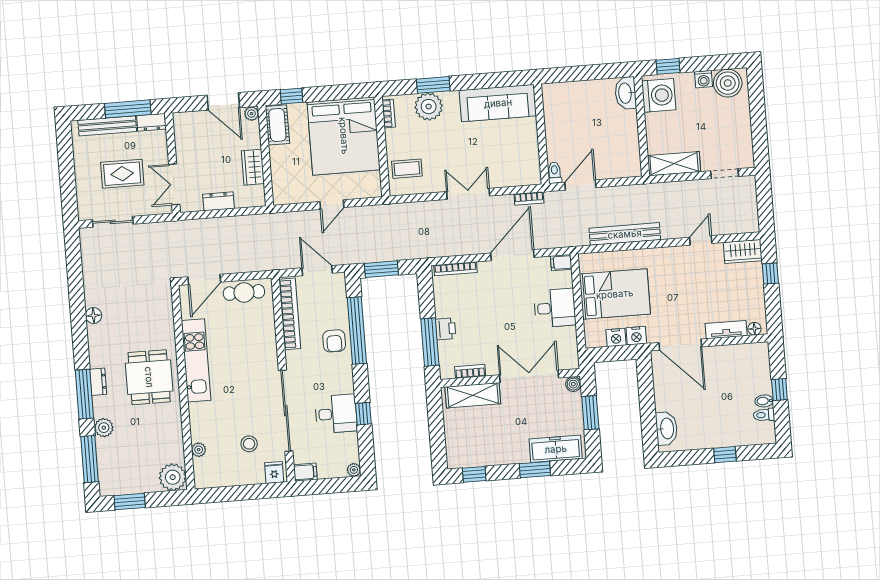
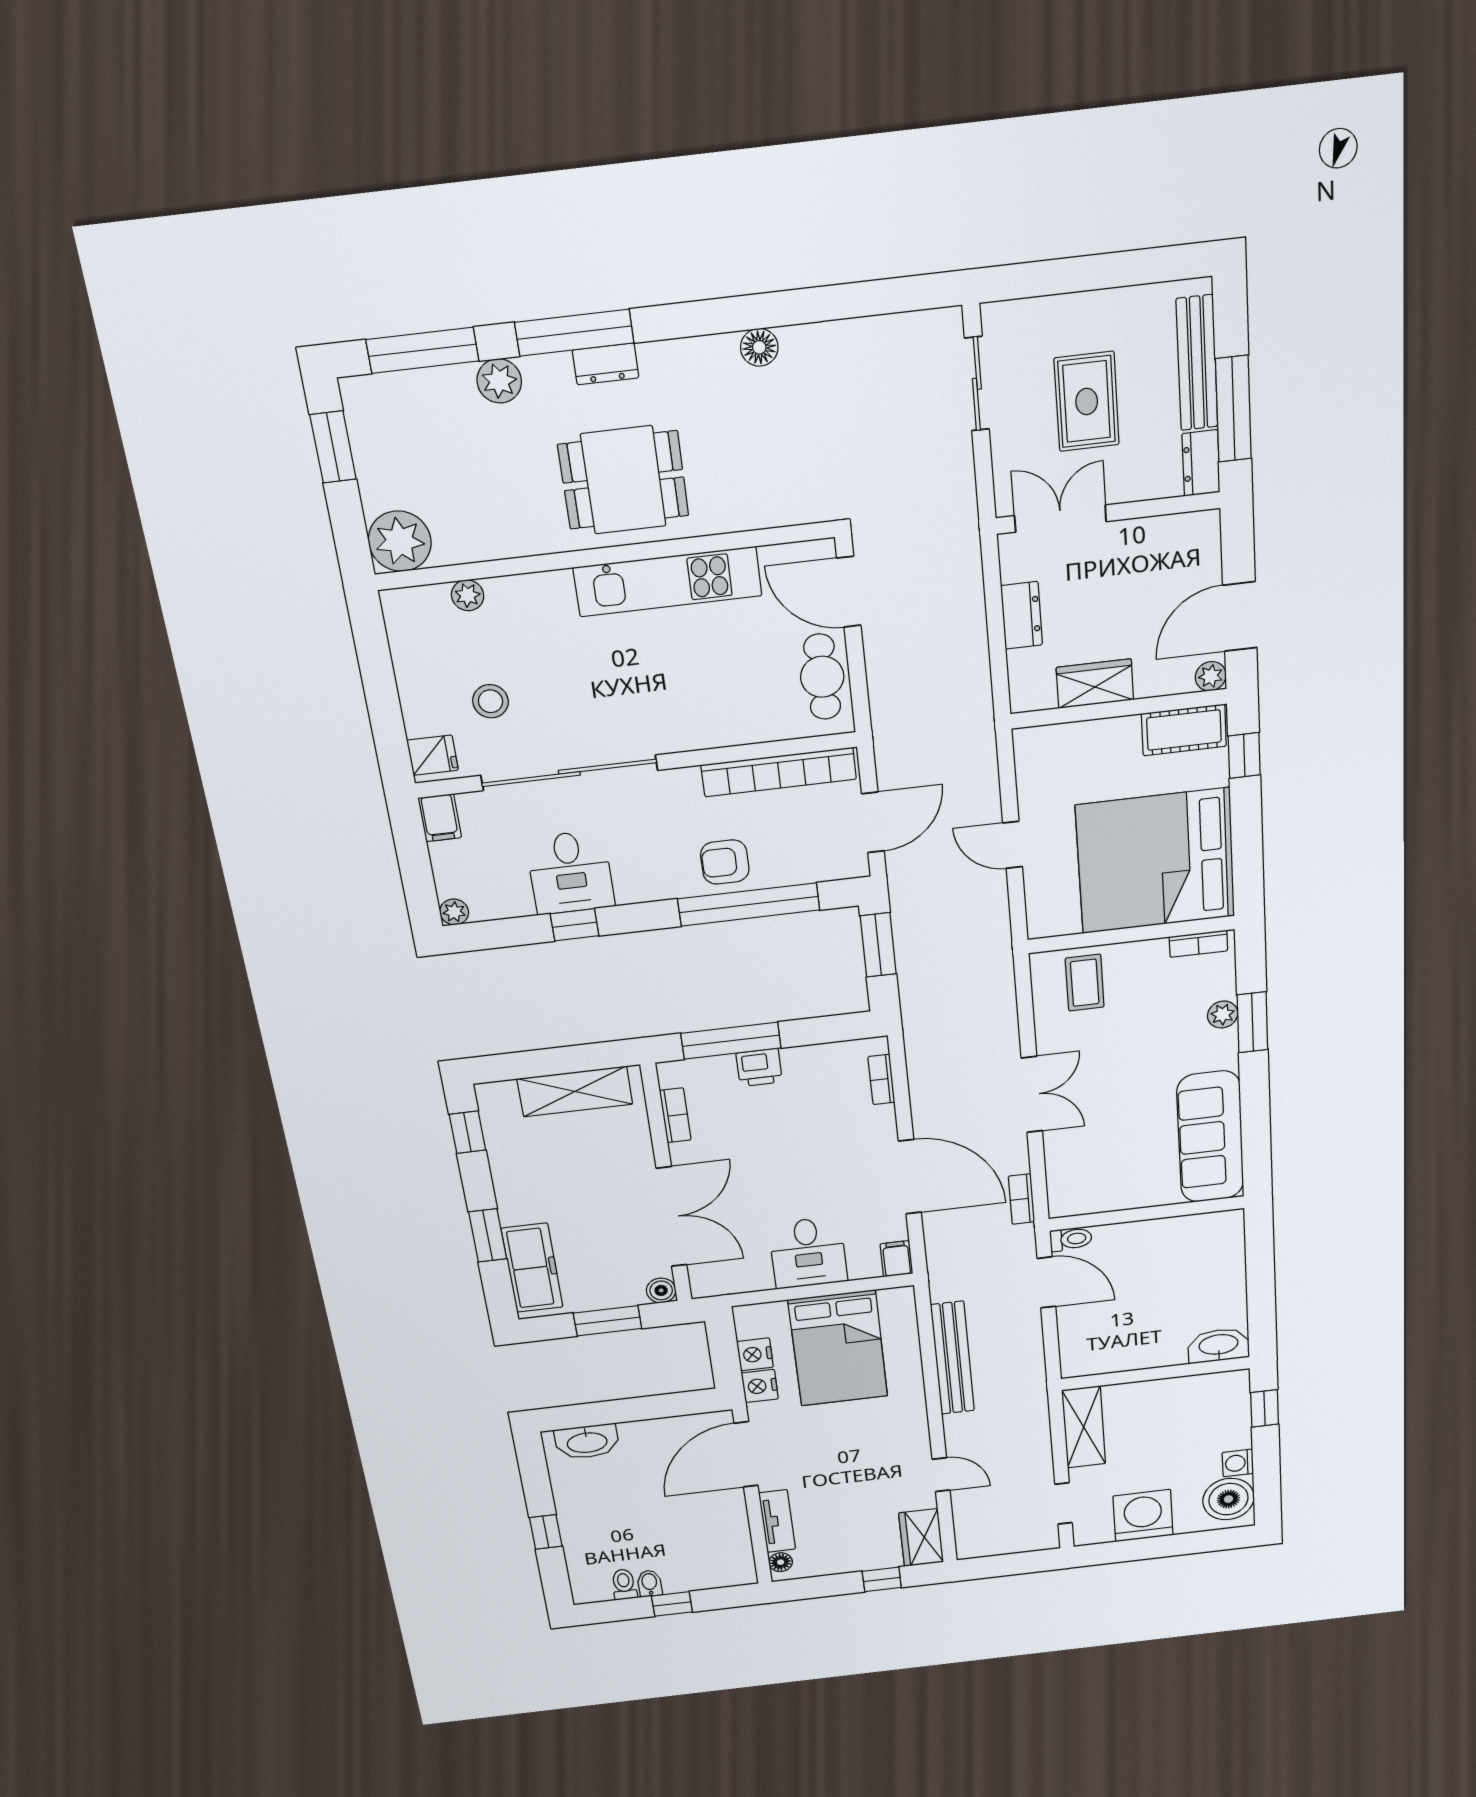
washing machine: (659, 95) -> (1143, 1516), moved, turned 180
plant: (429, 107) -> (1223, 1015), width x0.53, depth x0.53
bookcase: (455, 269) -> (881, 1079), width x0.64
shelving: (473, 395) -> (575, 1091), moved, turned 90

